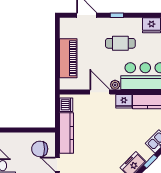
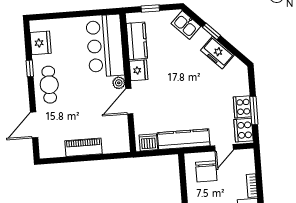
window: (117, 15) -> (30, 68), moved
cafe table: (120, 43) -> (49, 85), moved
piano: (68, 58) -> (83, 147), width x0.73, depth x0.75

